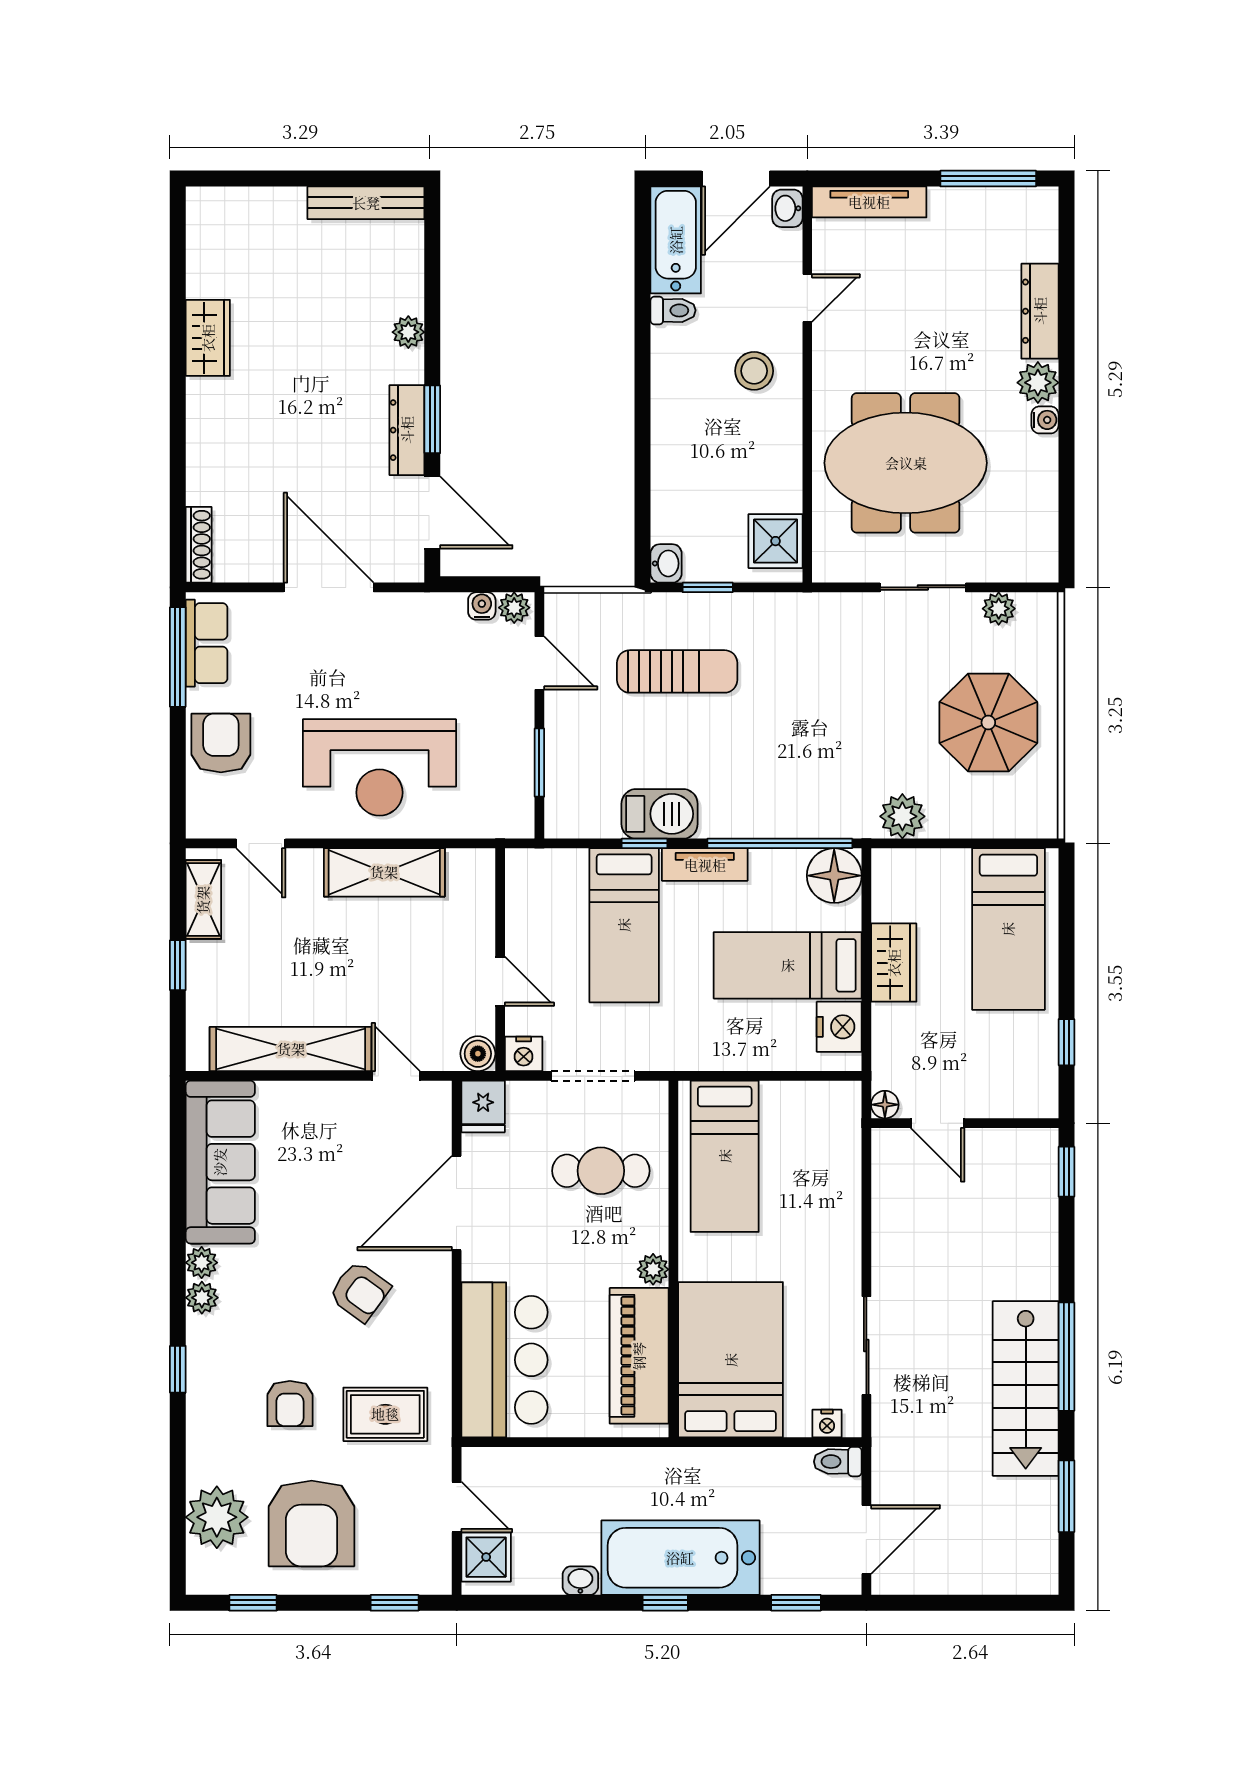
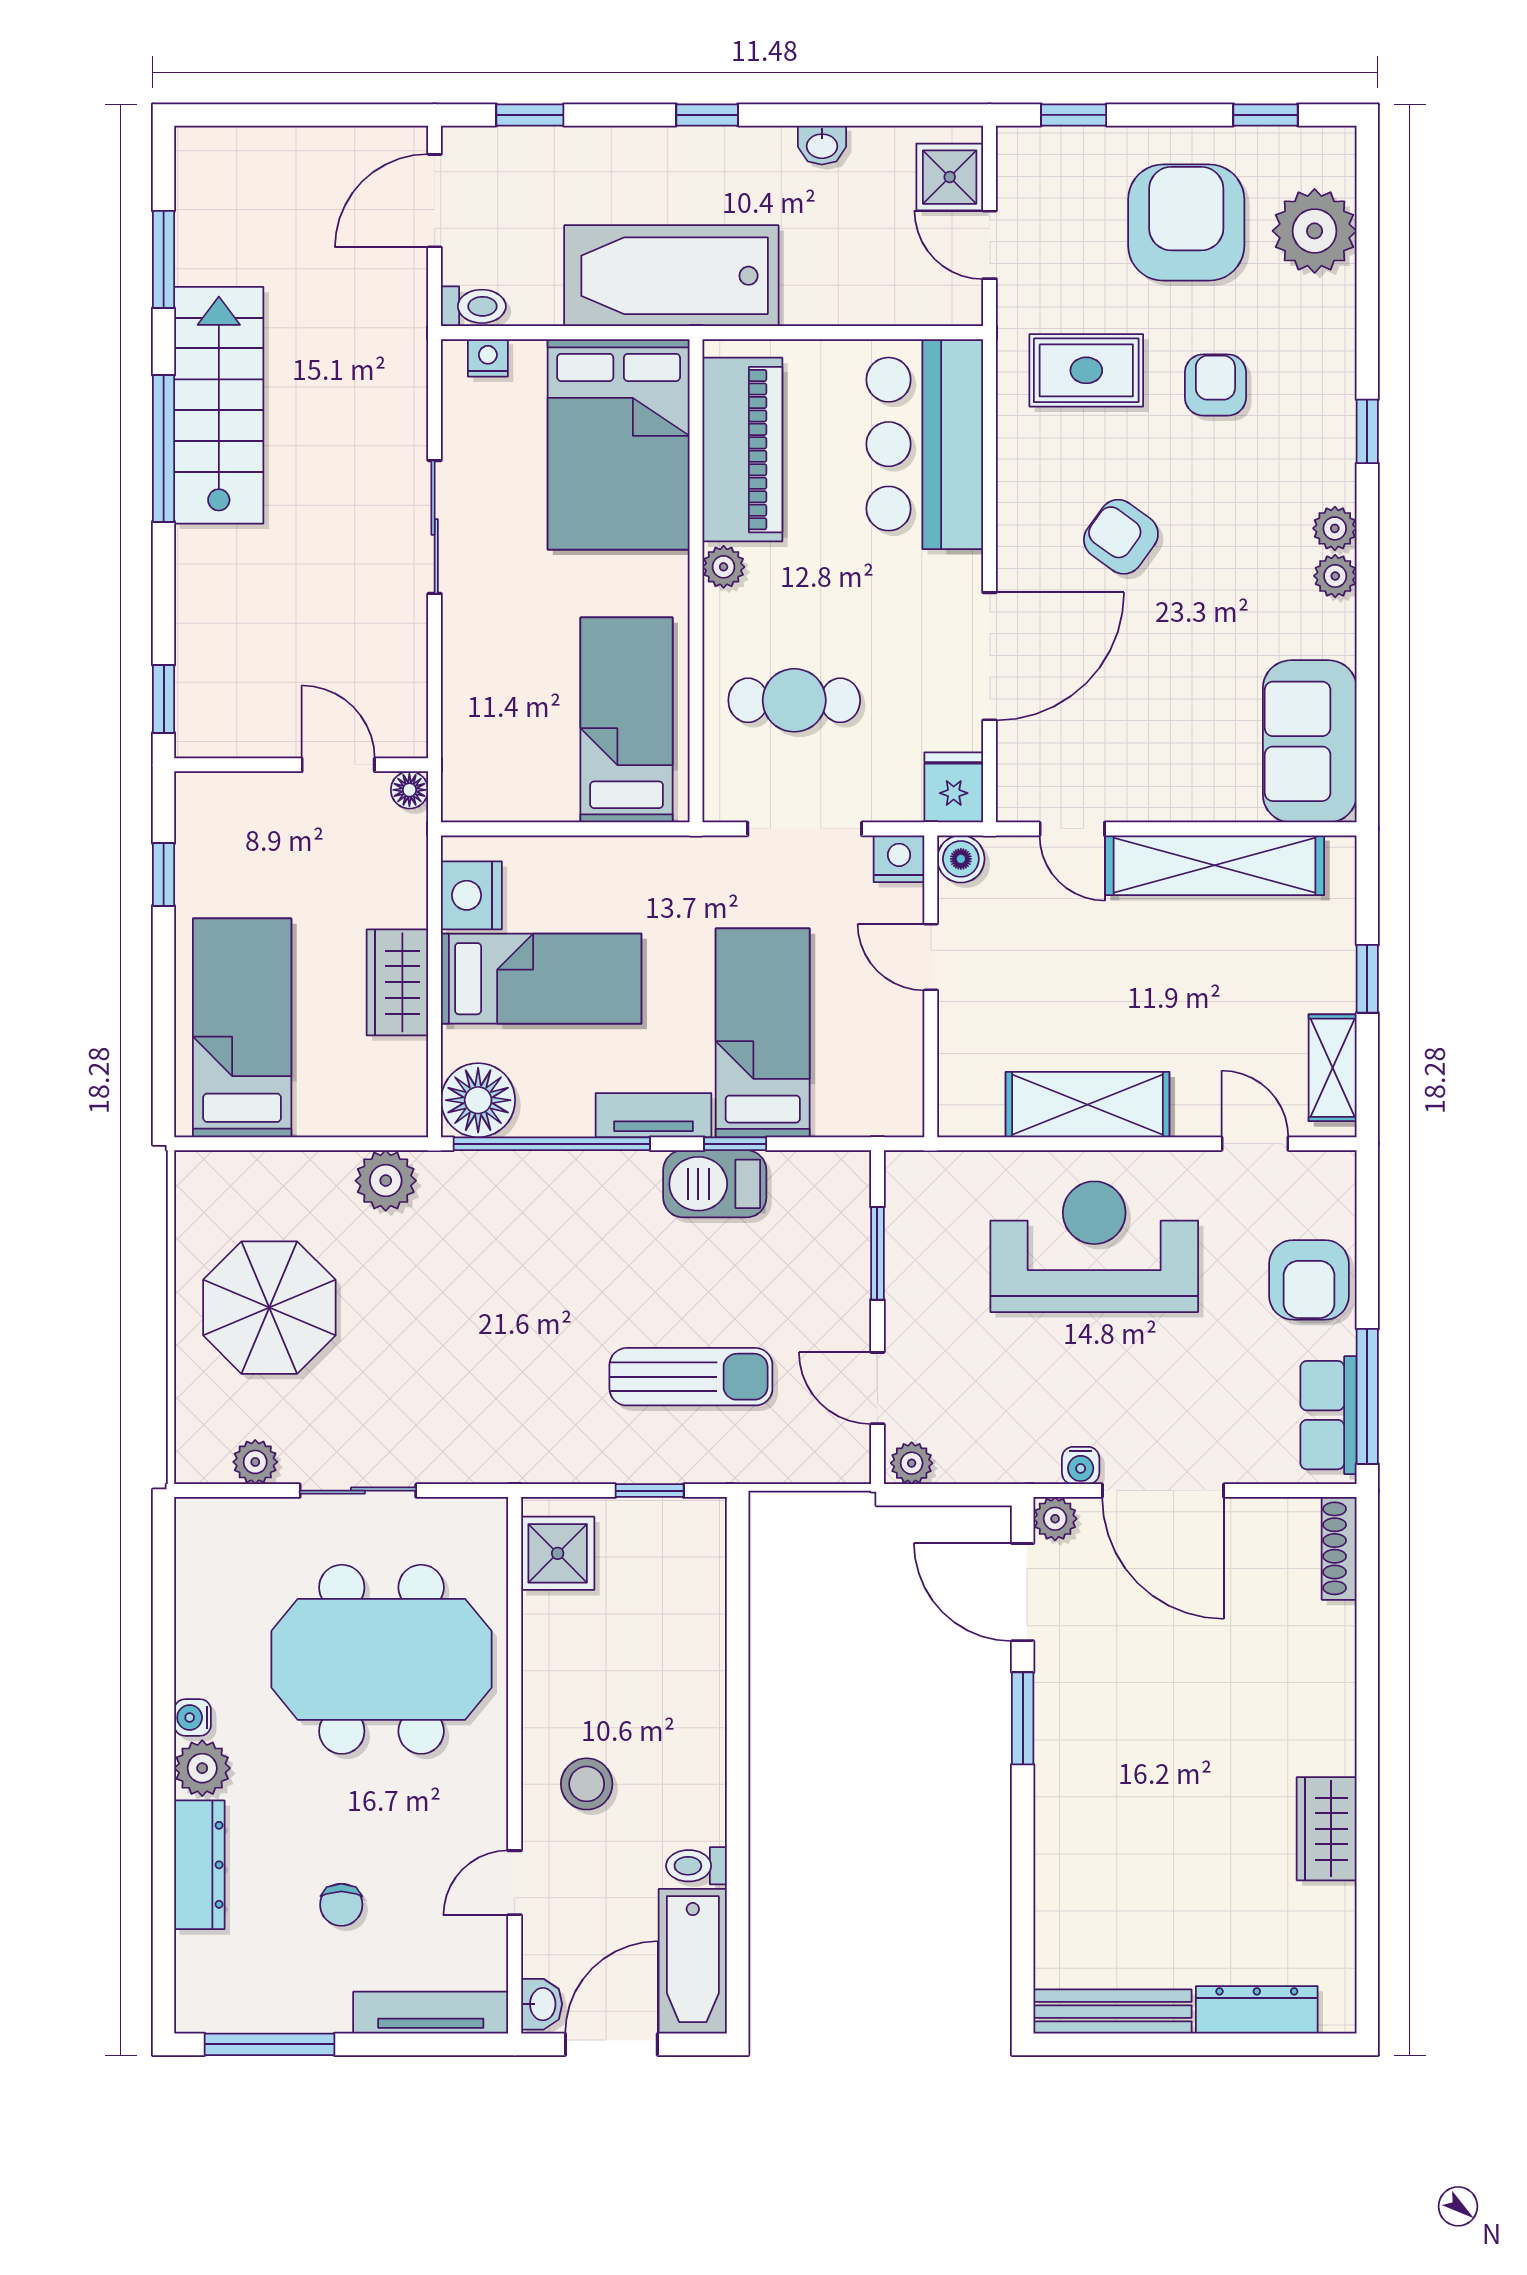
chair: (935, 282) -> (341, 1905), added
plant: (408, 332) -> (1055, 1519), moved
dresser: (407, 430) -> (1257, 2010), moved, turned -90
washbasin: (666, 563) -> (706, 1523), removed
water cooler: (482, 606) -> (1081, 1465), moved
sun lounger: (677, 671) -> (691, 1377), turned 180
sofa: (220, 1162) -> (1310, 741), width x0.73
sliding door: (866, 1346) -> (435, 527), moved
bathtub: (680, 1558) -> (671, 276), moved, turned 180

